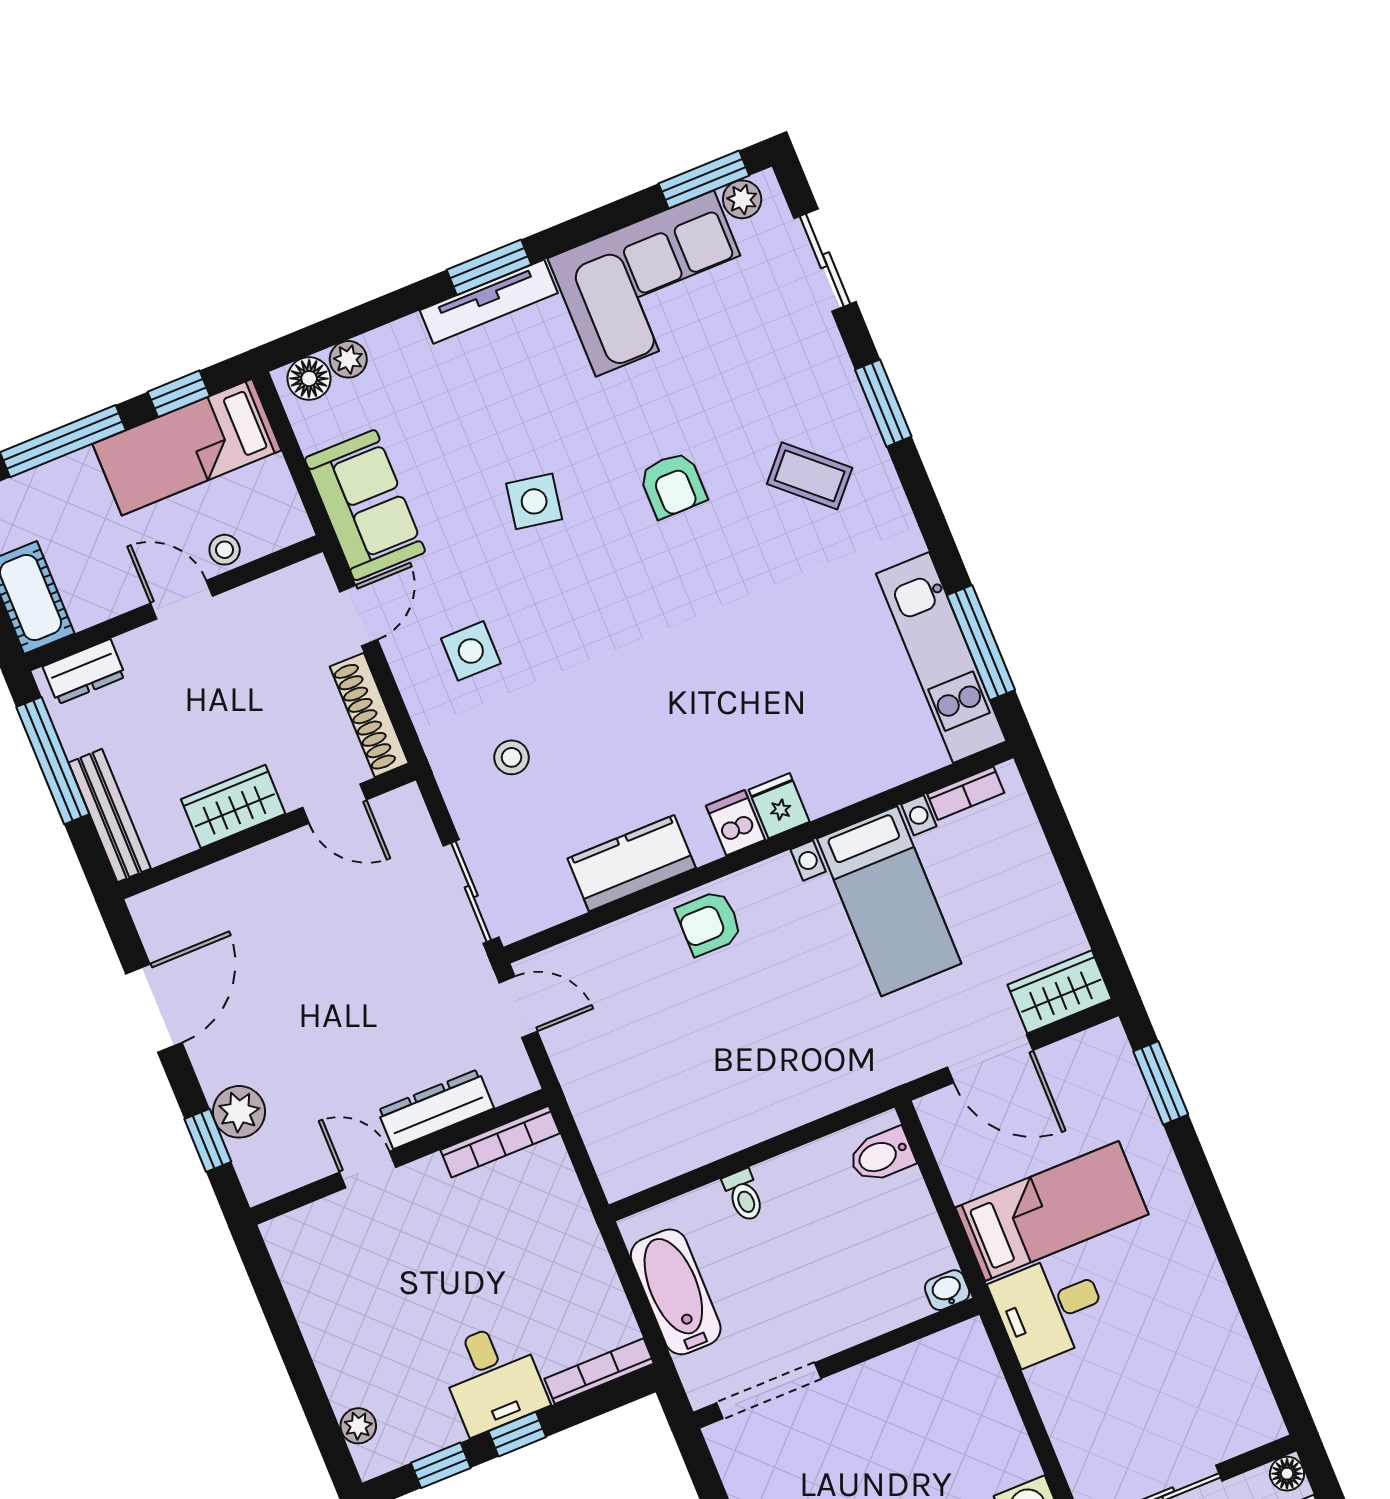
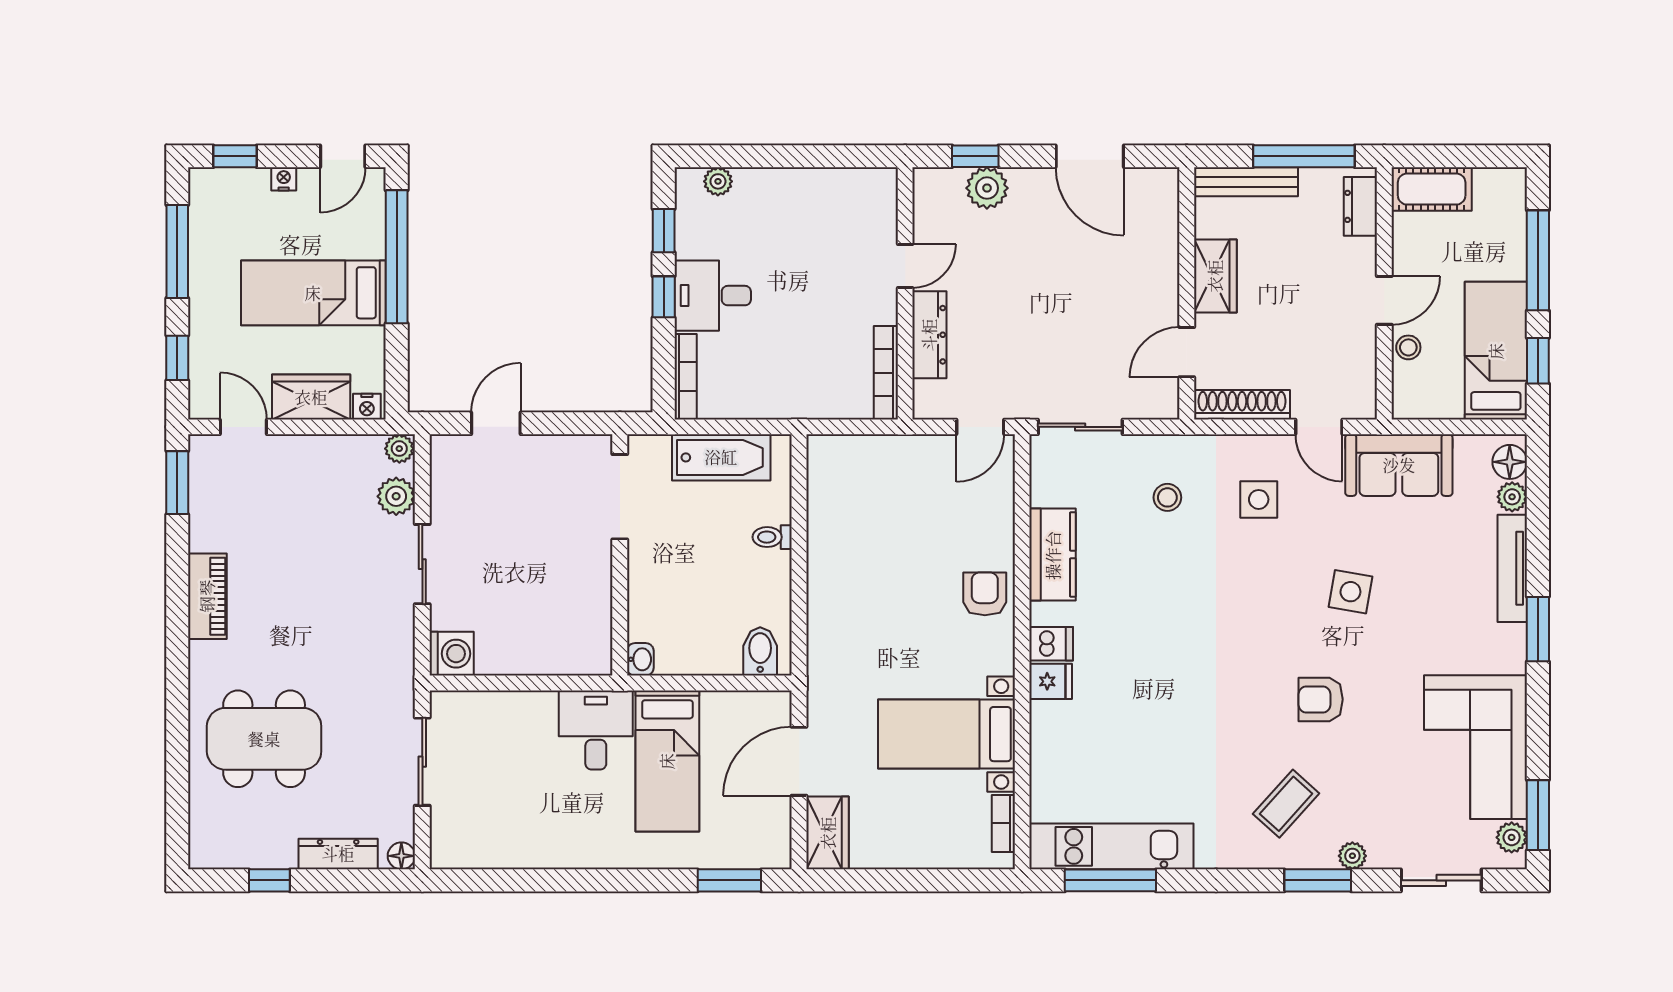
tv unit: (489, 302) -> (1512, 568), moved
plant: (838, 375) -> (1352, 856), added

